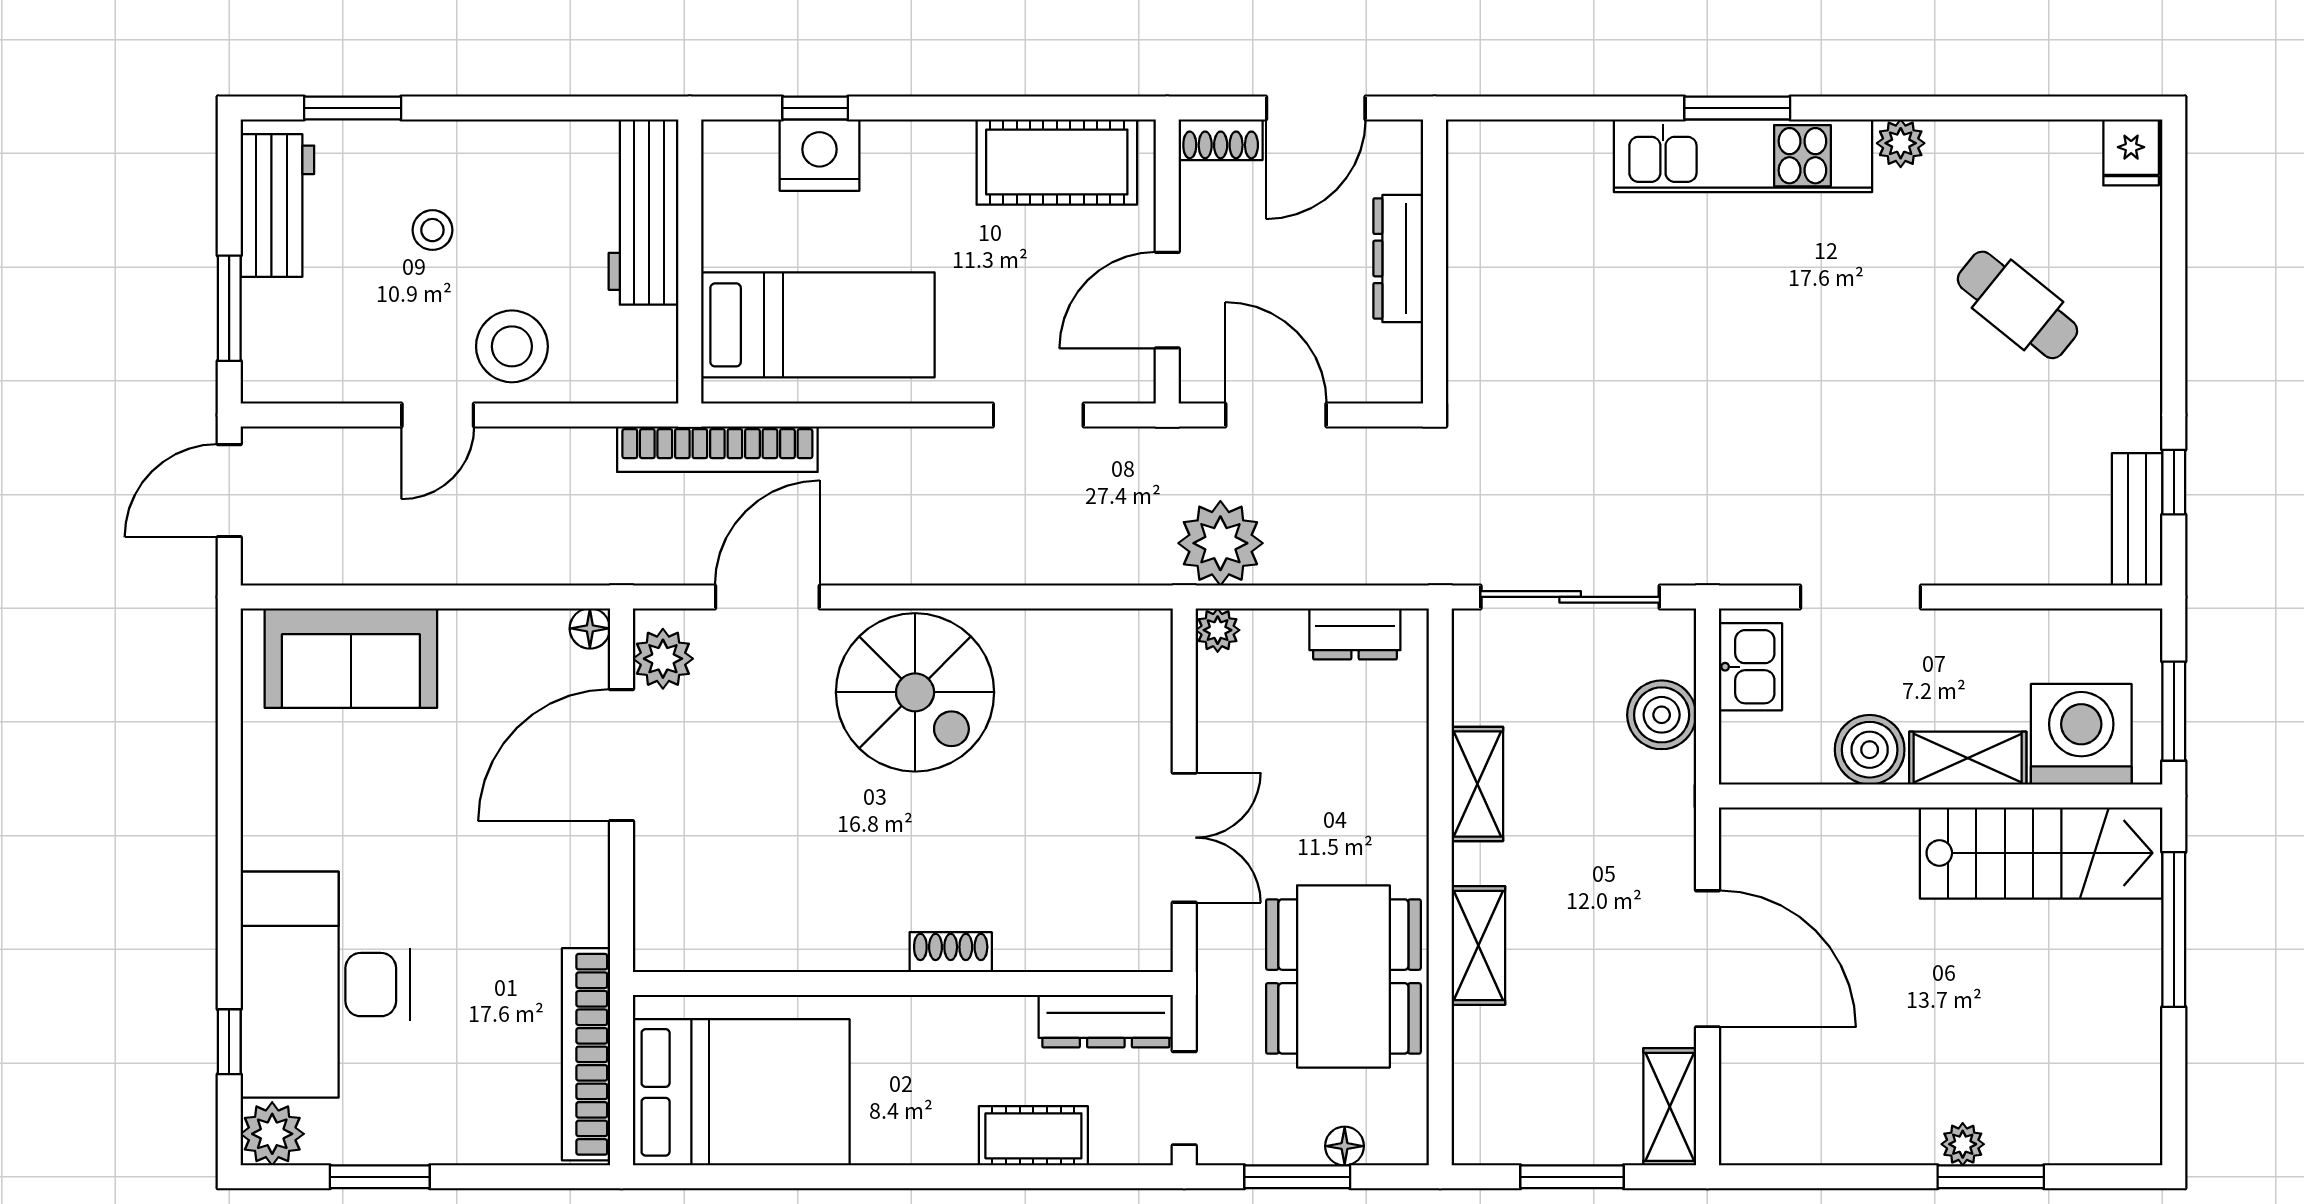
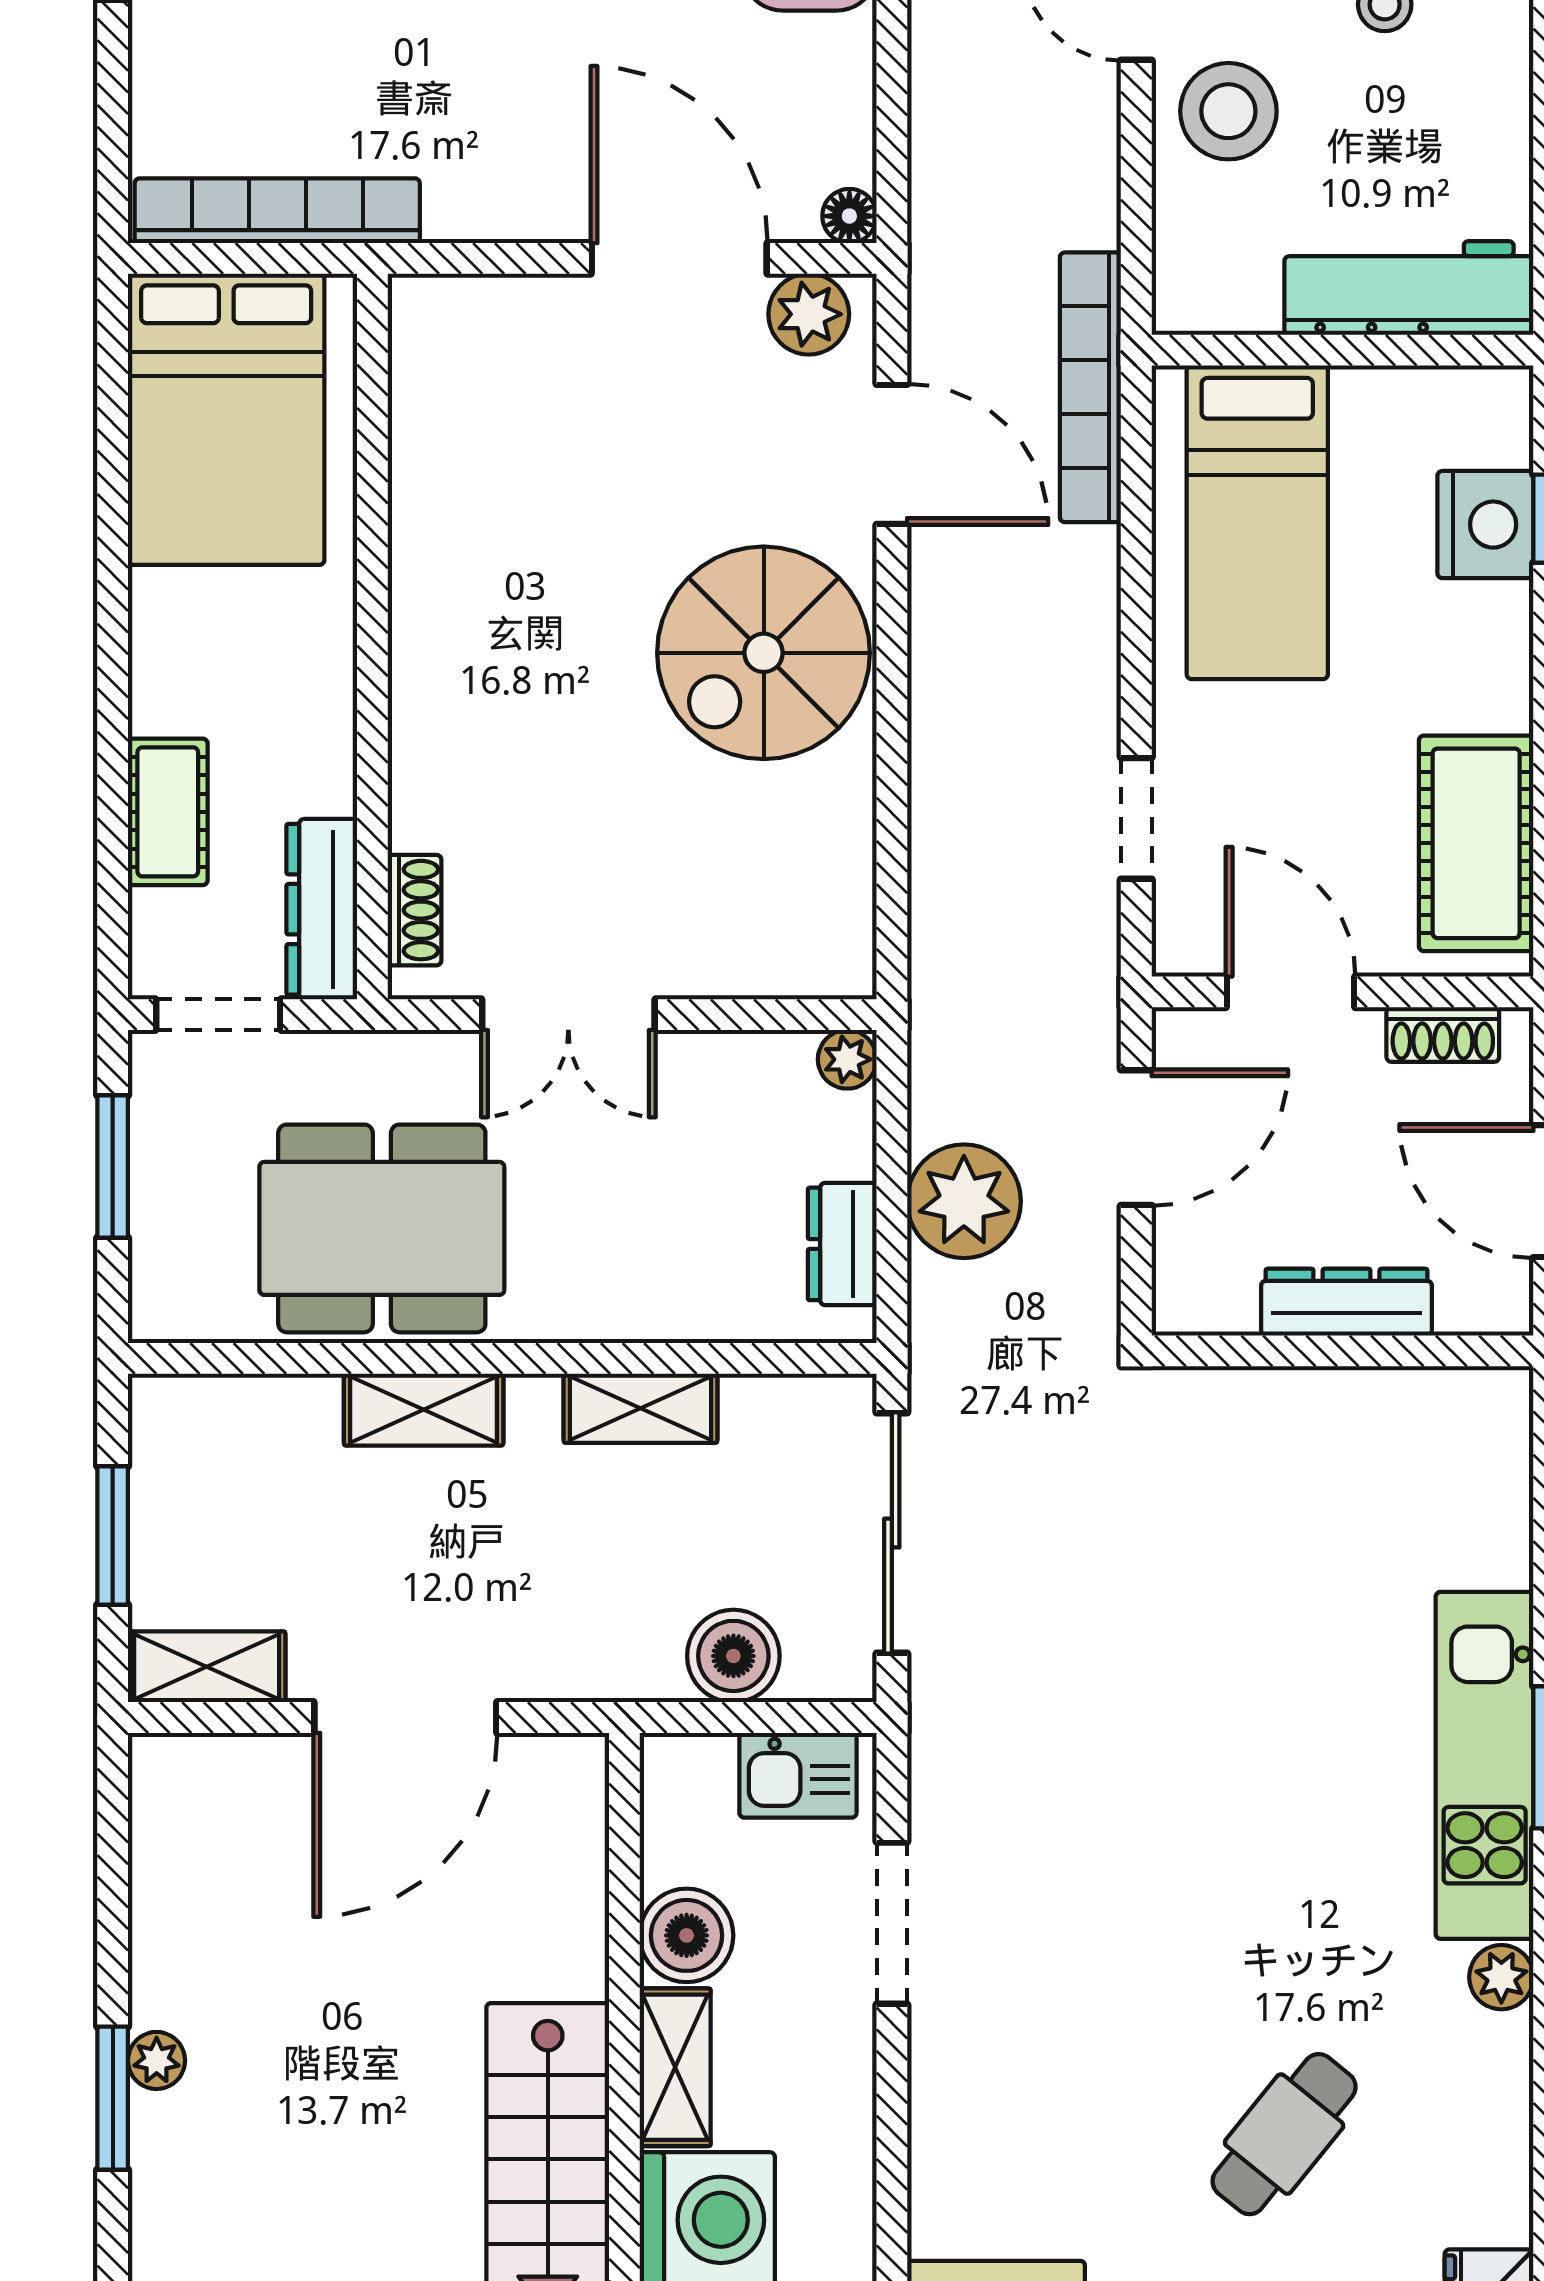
shoe rack: (1221, 140) -> (1443, 1034), moved, turned -90
plant: (1220, 543) -> (964, 1201), moved
shoe rack: (951, 952) -> (414, 910), moved
floor lamp: (1345, 1146) -> (154, 1230), removed

